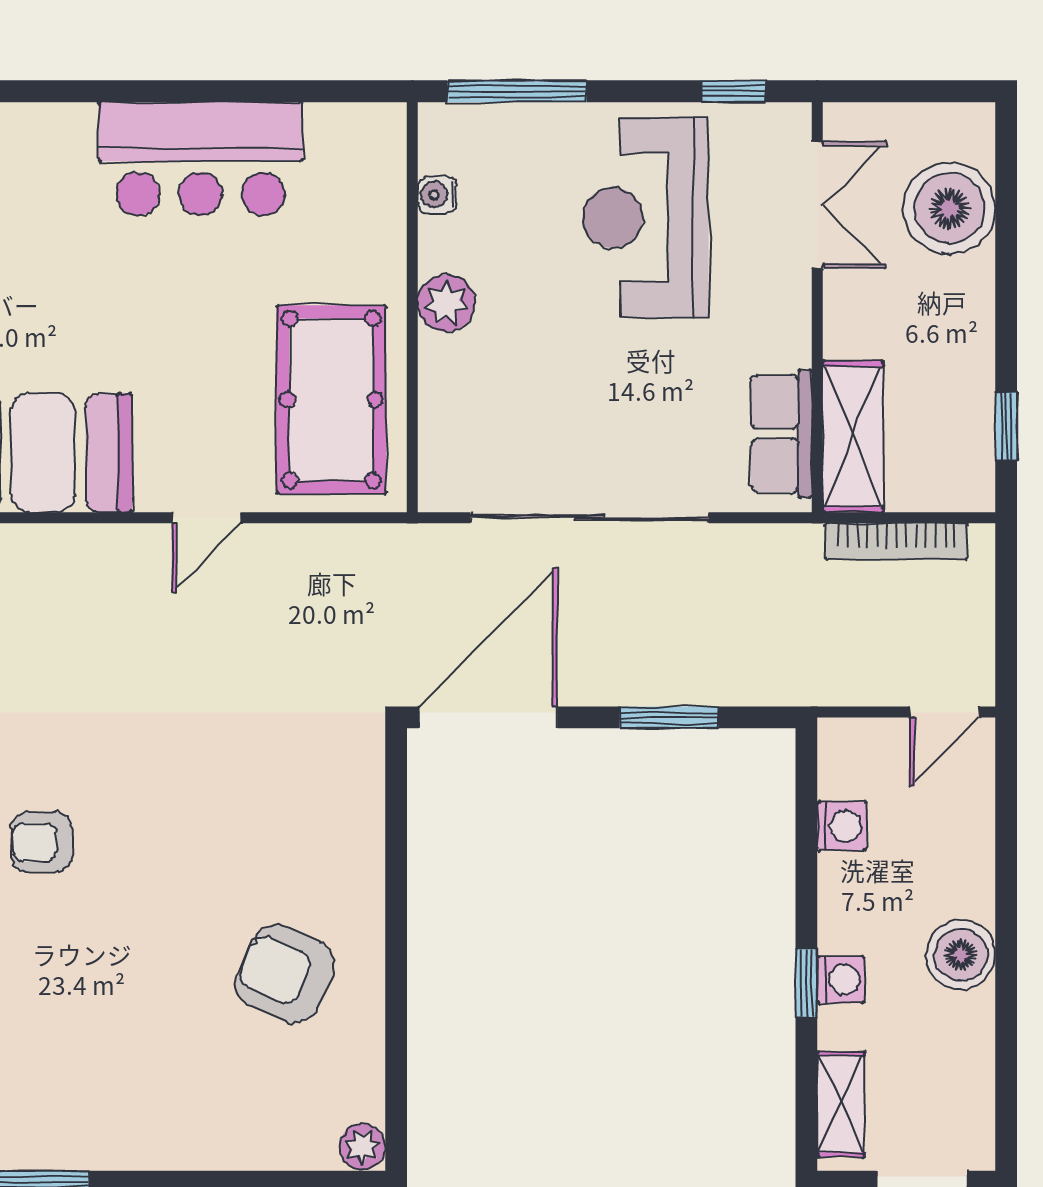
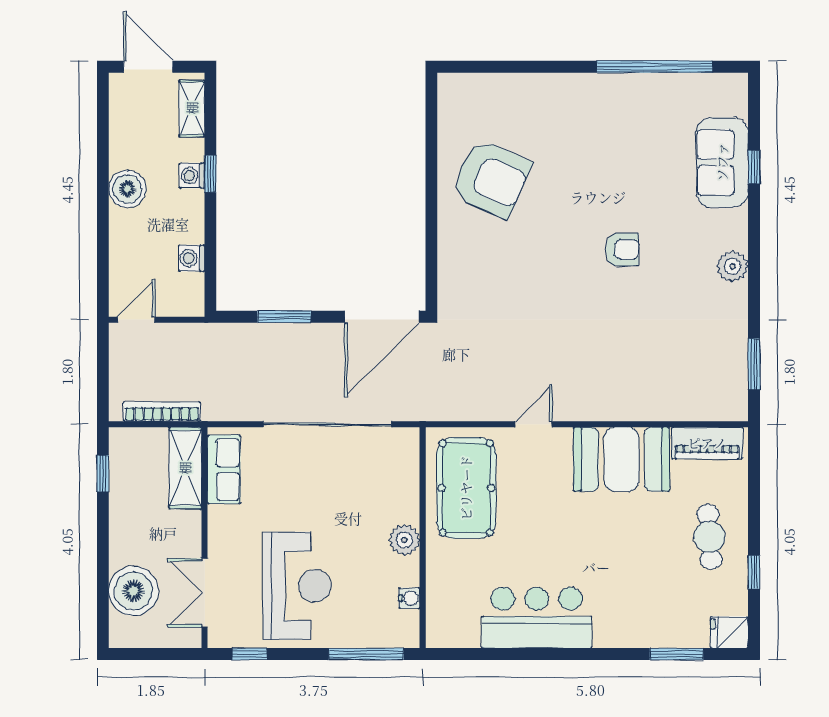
armchair: (285, 974) -> (491, 178), width x1.36, depth x1.36
plant: (362, 1147) -> (449, 86), removed

